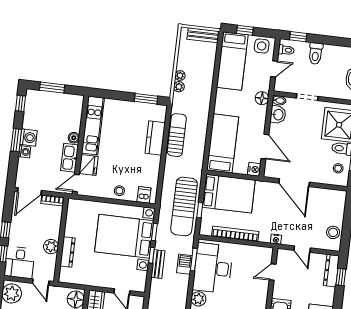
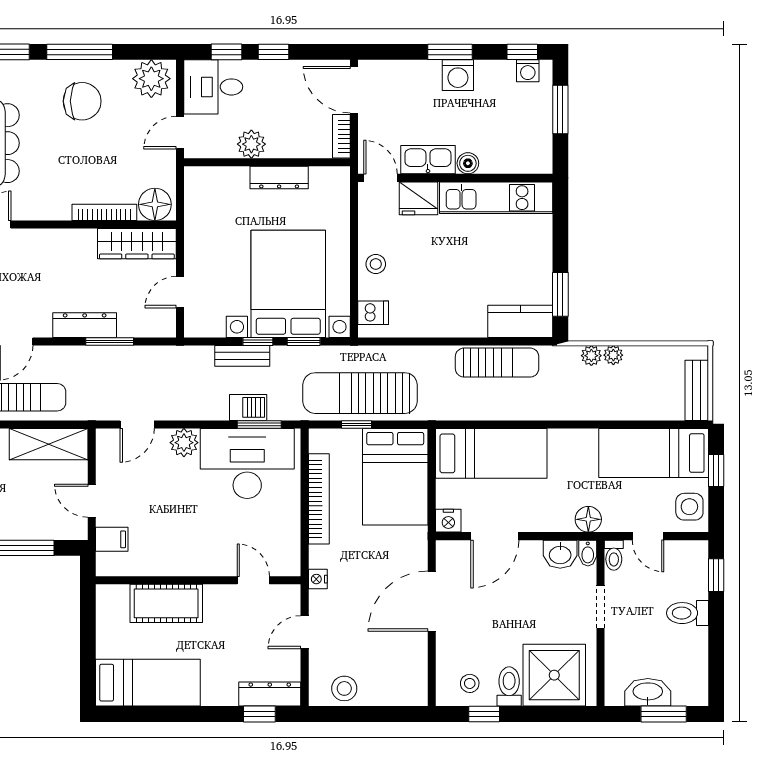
toilet: (286, 50) -> (614, 555), moved
kitchen counter: (155, 138) -> (520, 321), moved
washing machine: (24, 152) -> (528, 71), moved
dresser: (68, 252) -> (279, 178), moved

